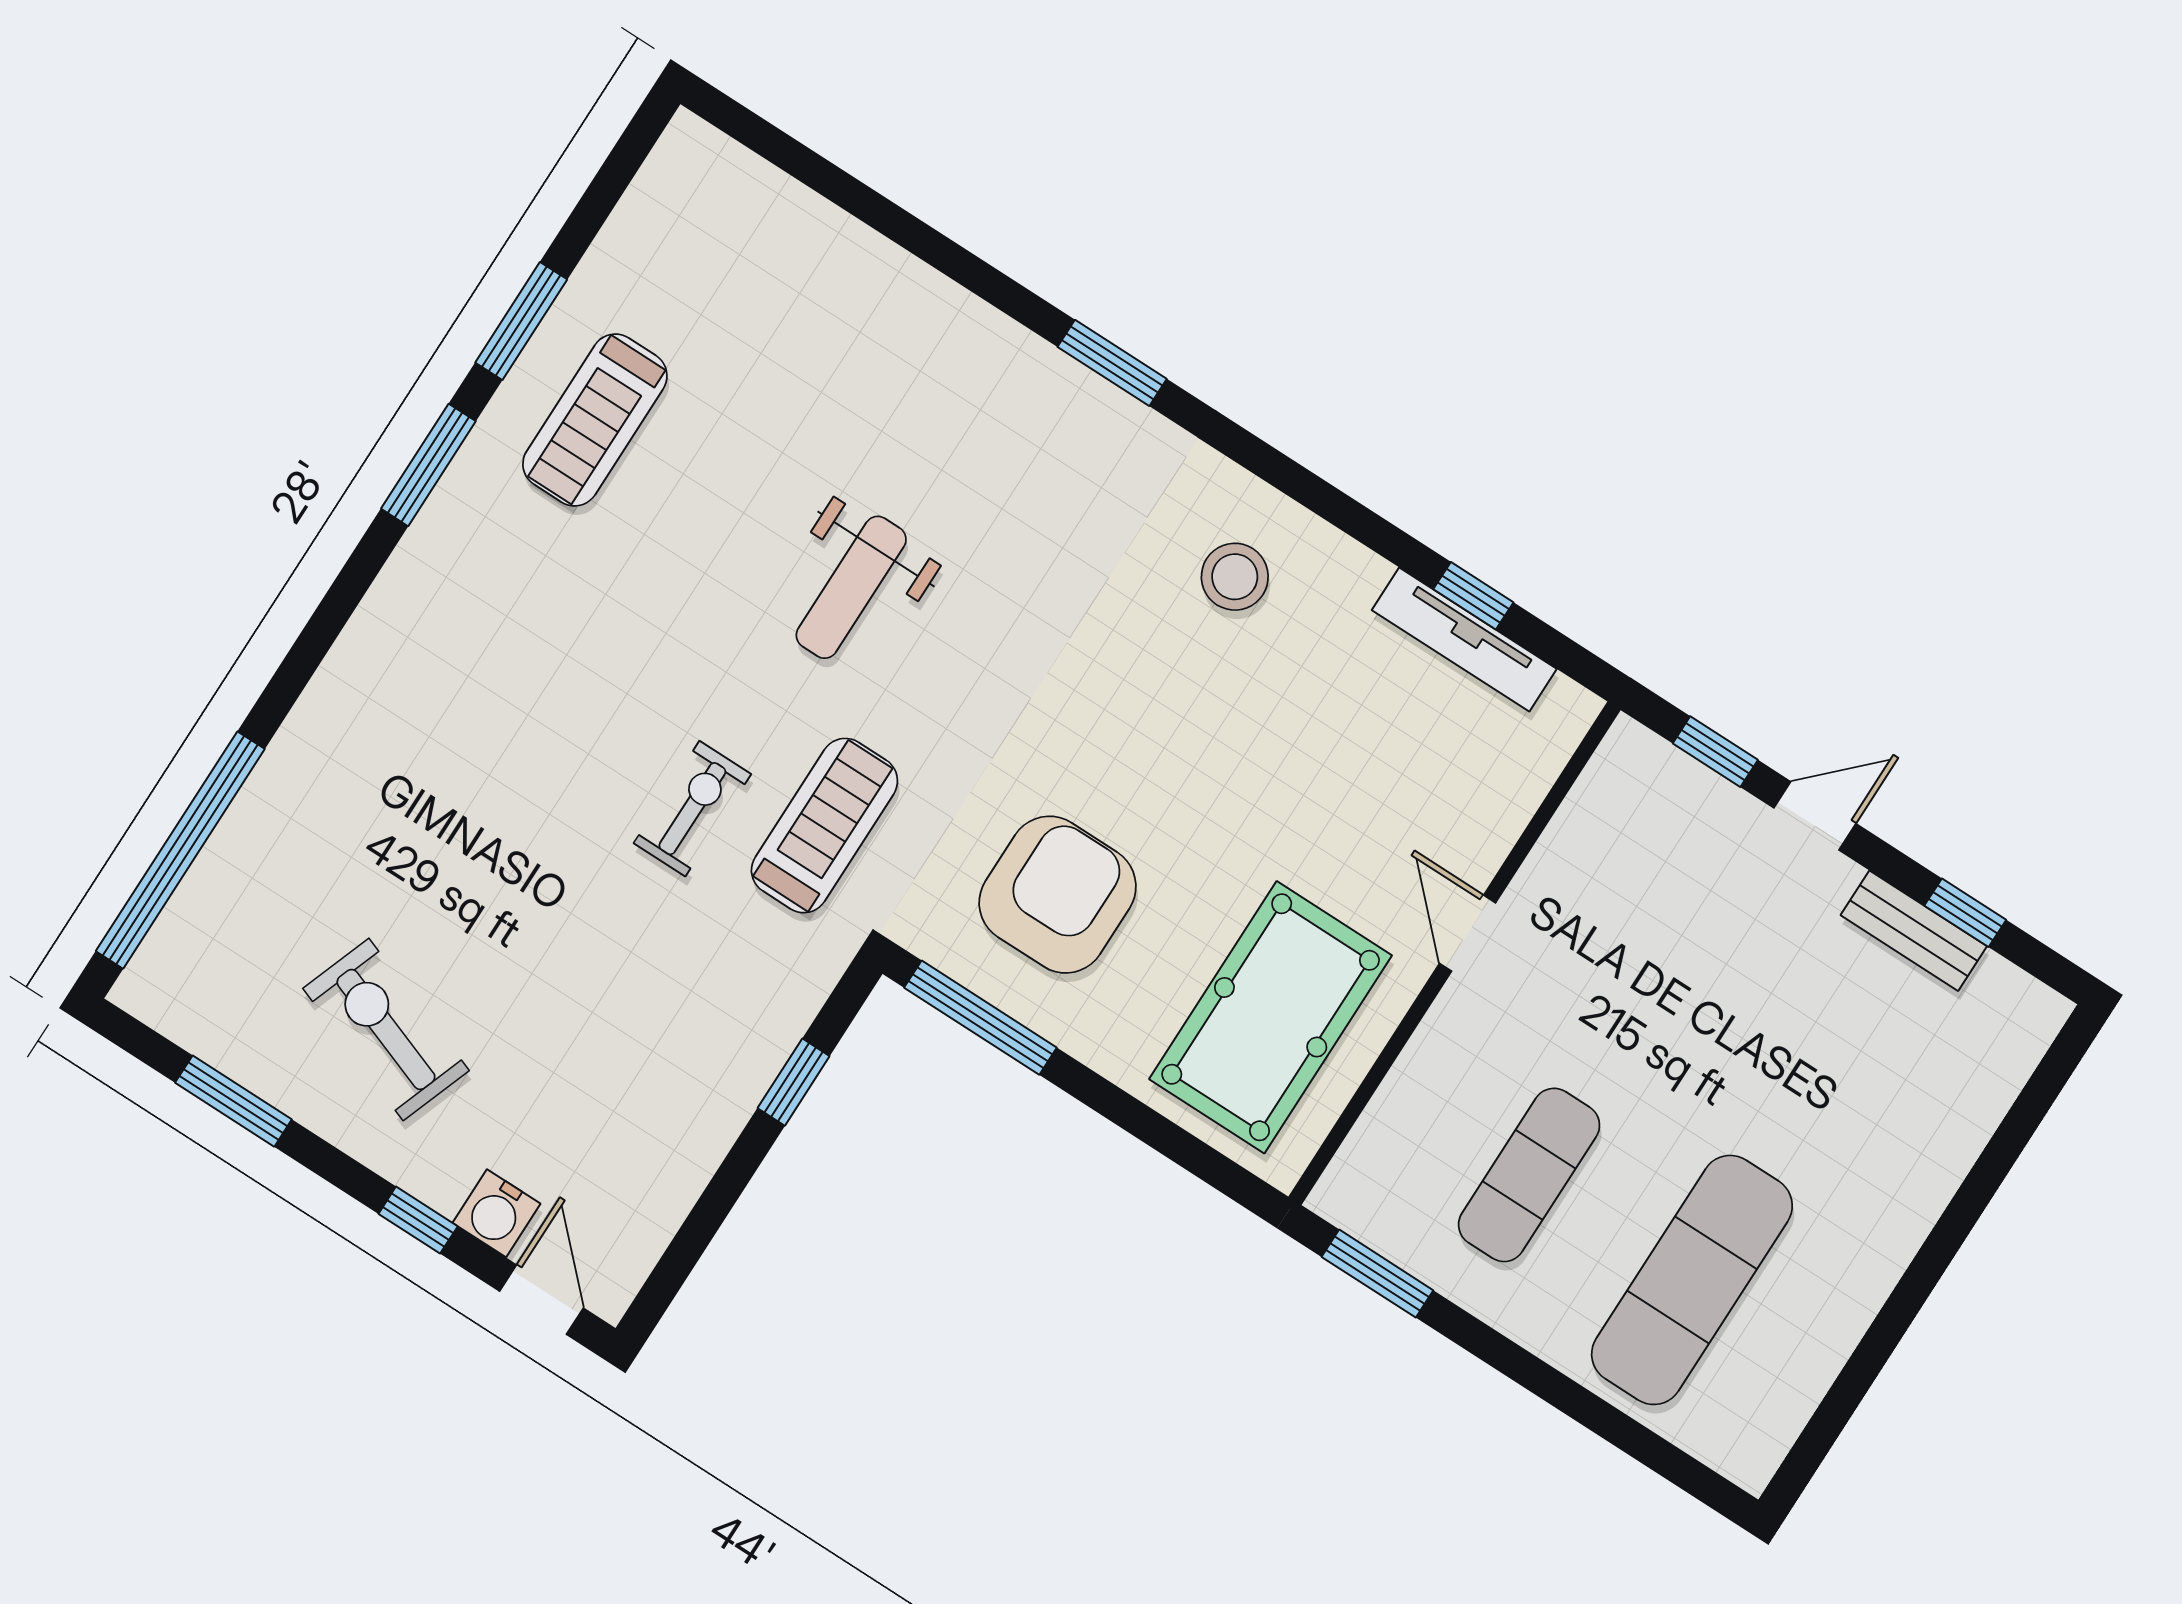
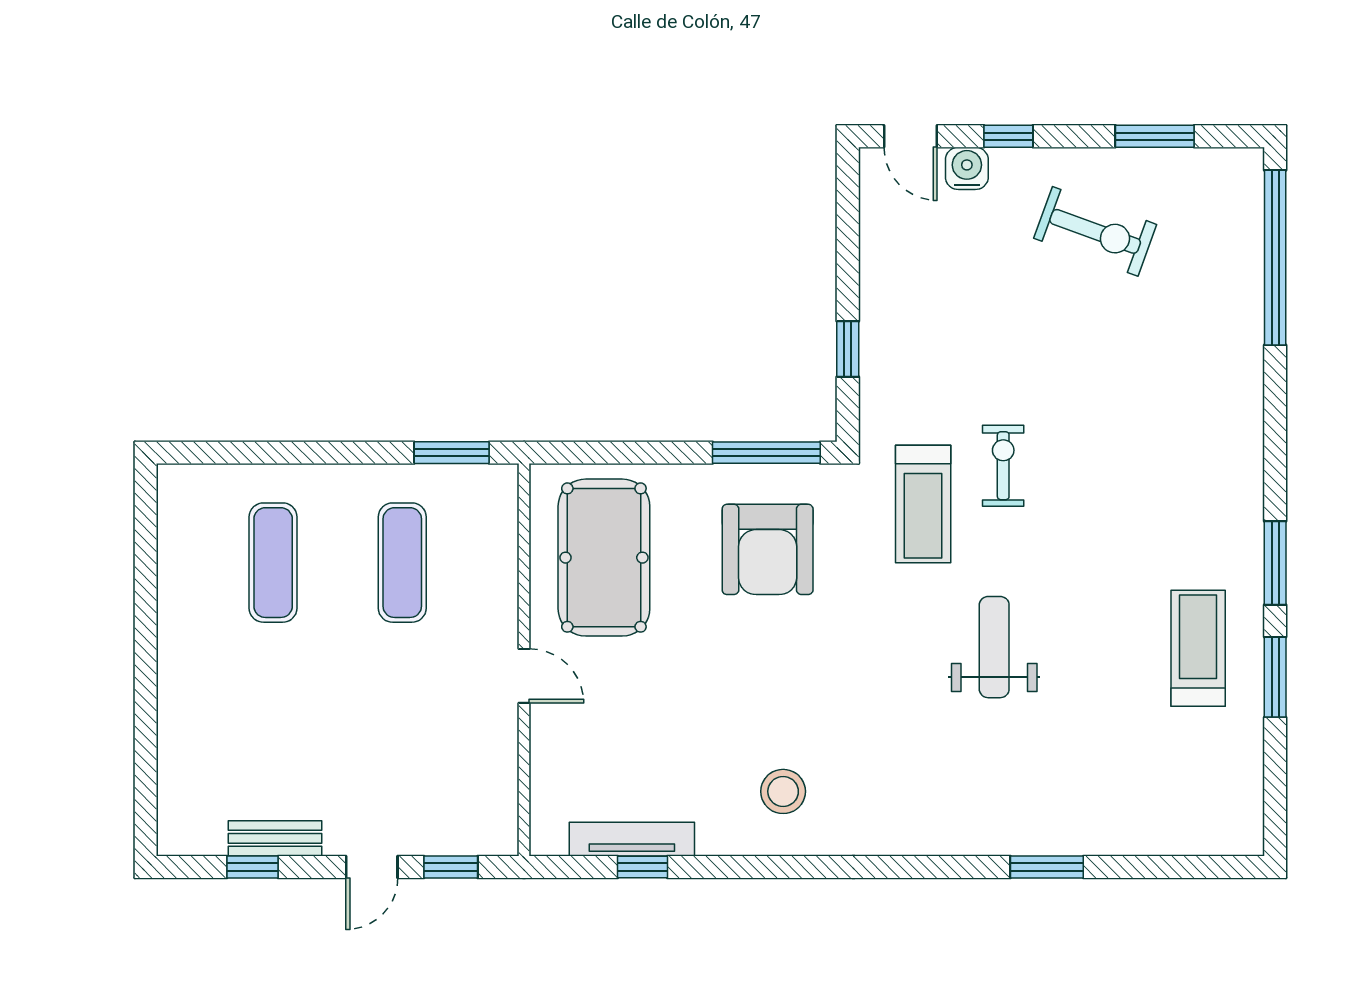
window: (1112, 363) -> (1047, 867), moved
exercise bike: (692, 809) -> (1003, 466), turned 180
exercise mat: (1692, 1280) -> (273, 563), width x0.73, depth x0.69

